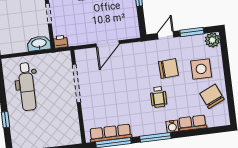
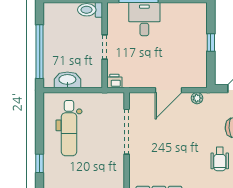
washbasin: (39, 43) -> (67, 80), moved
plant: (133, 47) -> (197, 98), added

